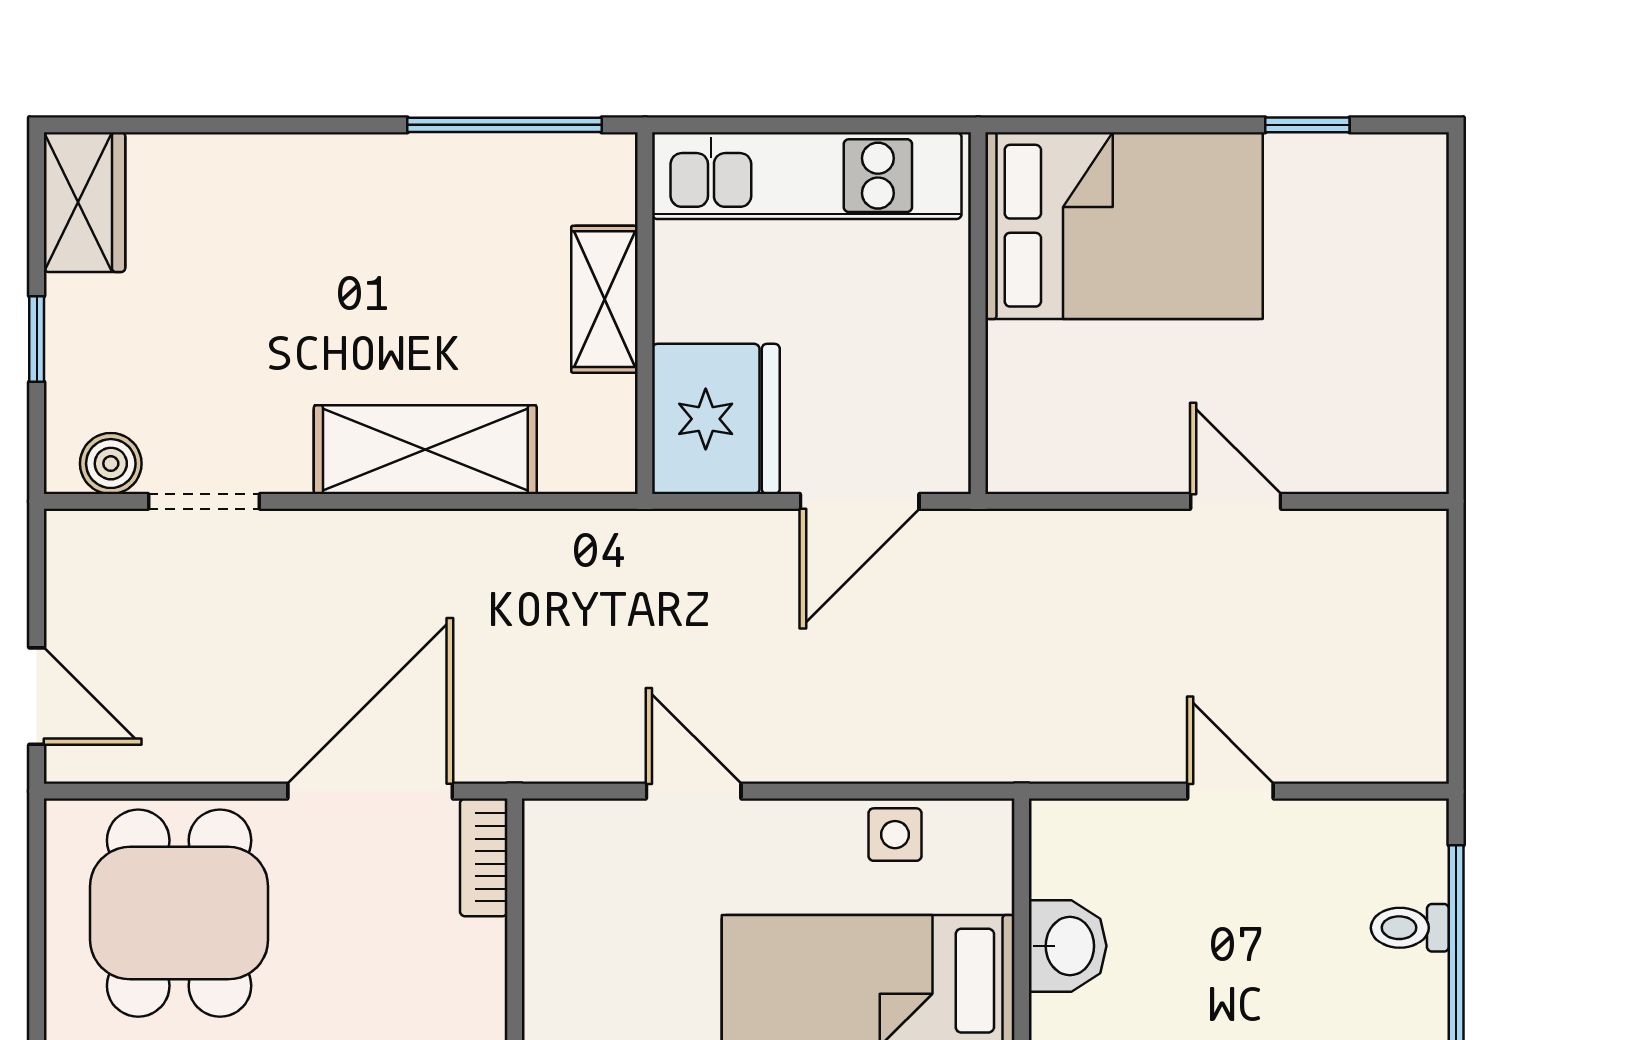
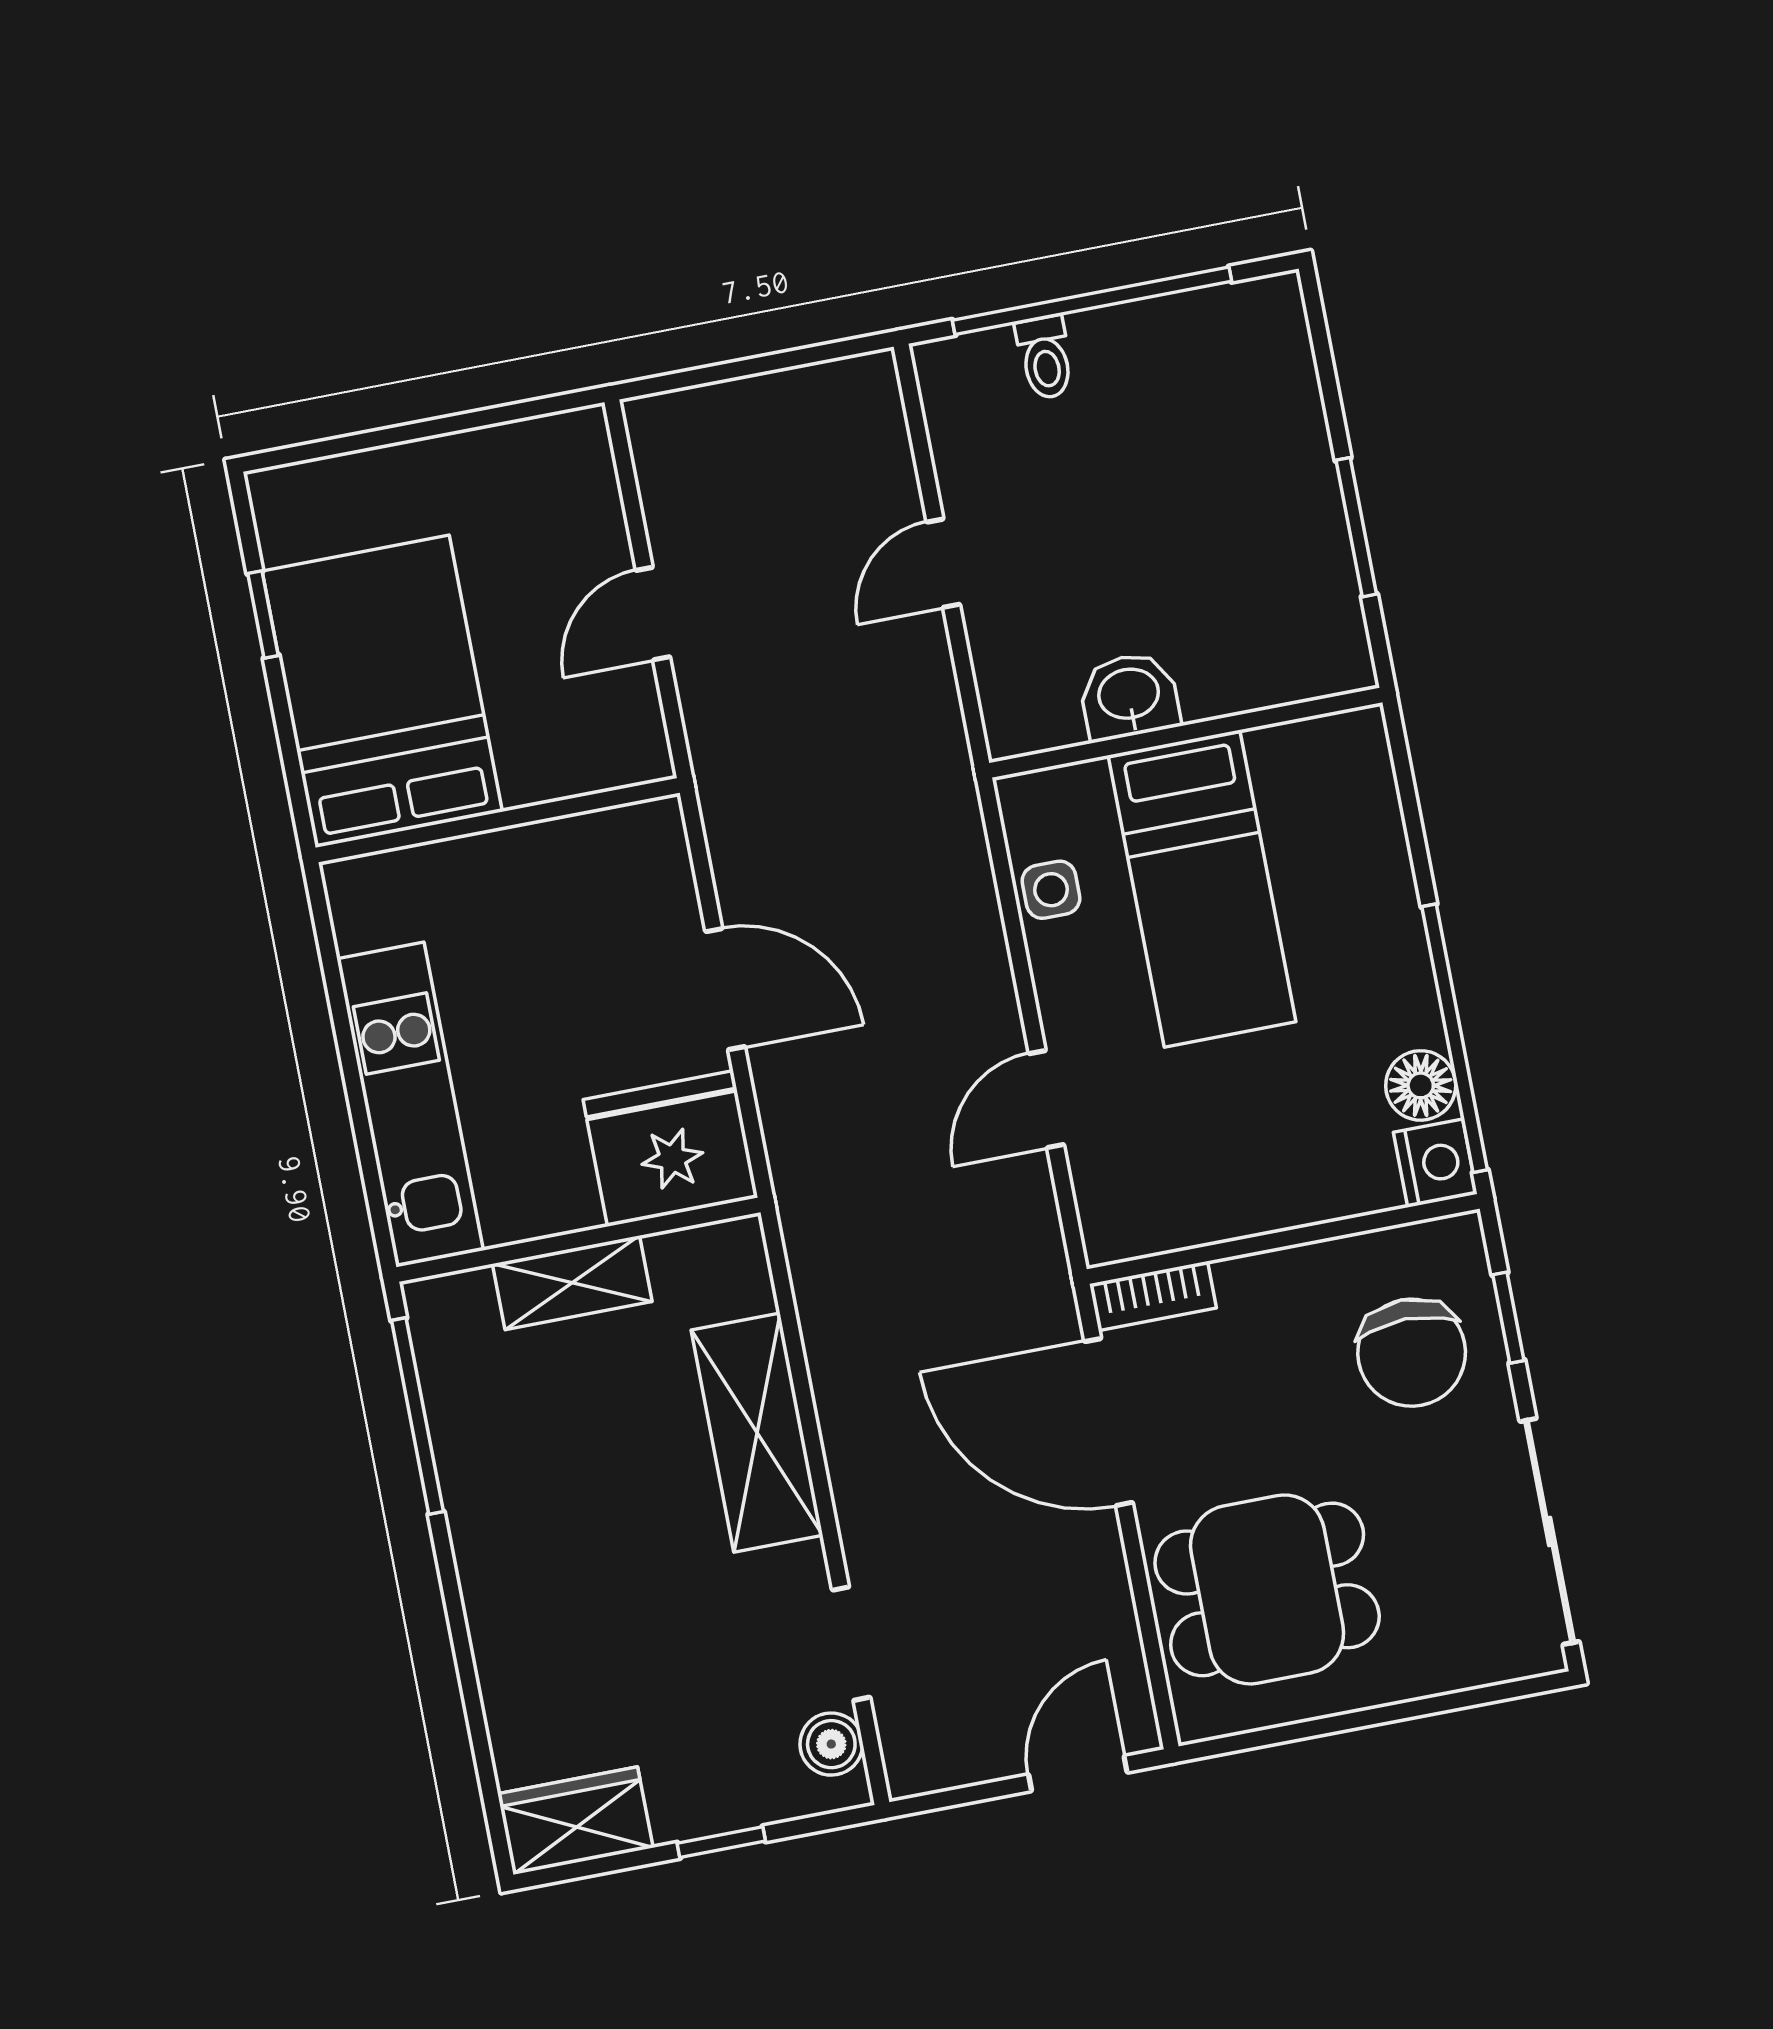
bed: (1124, 226) -> (382, 691), moved
wall: (978, 313) -> (498, 820), moved

